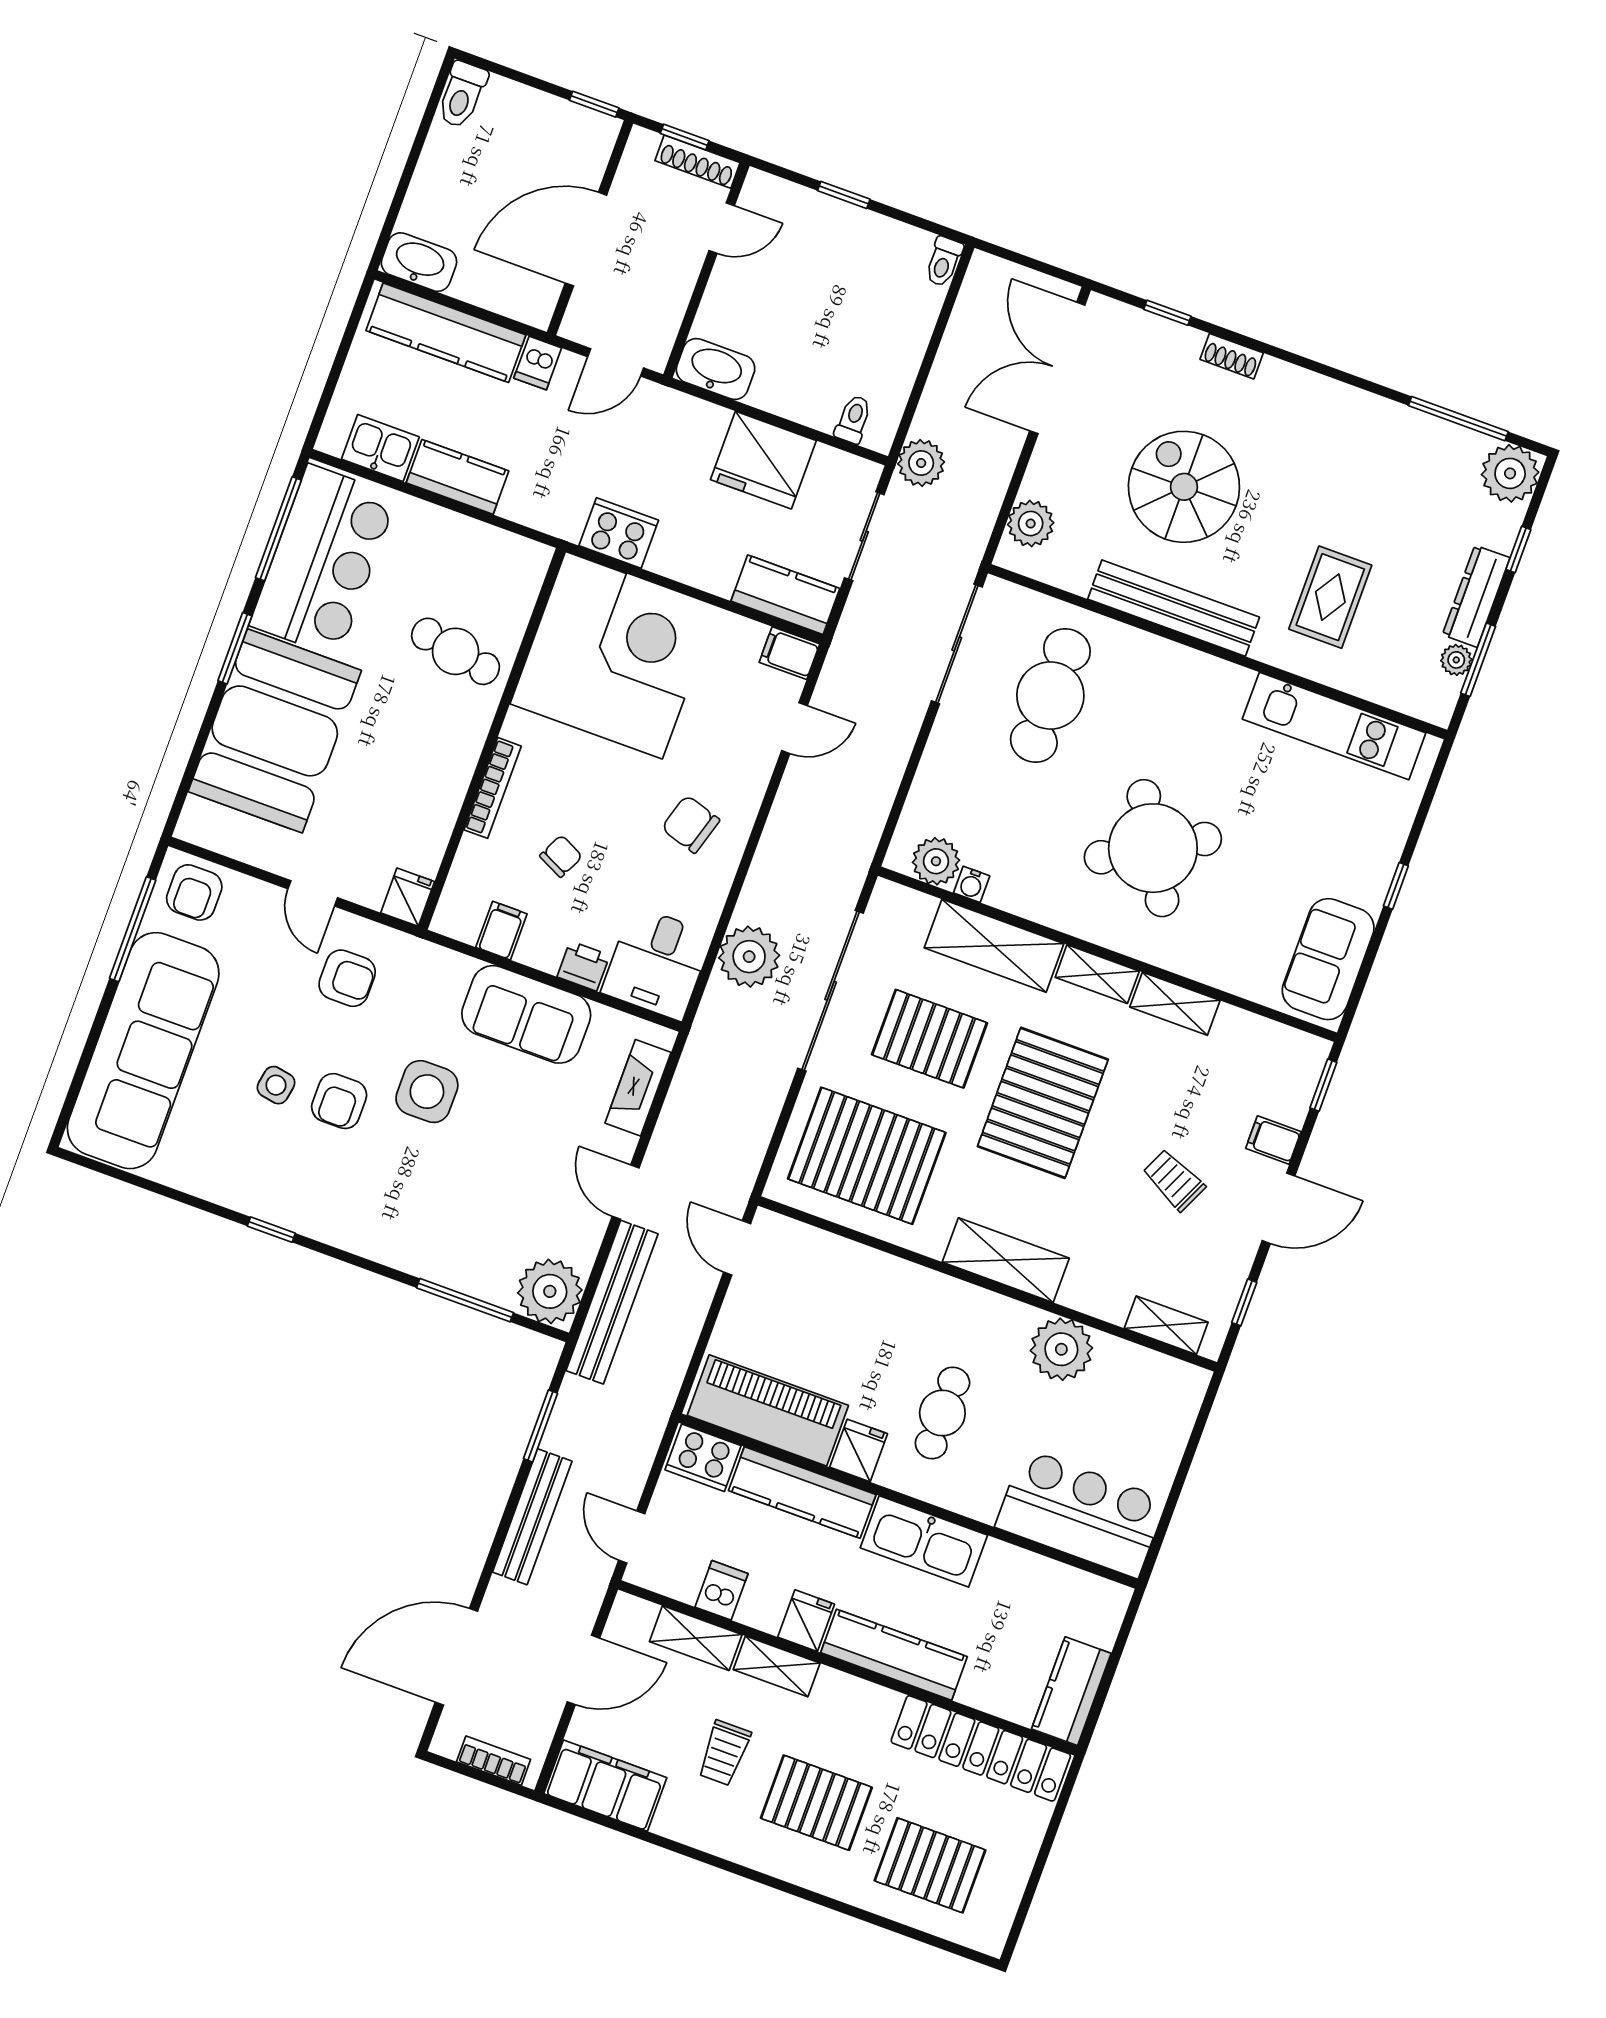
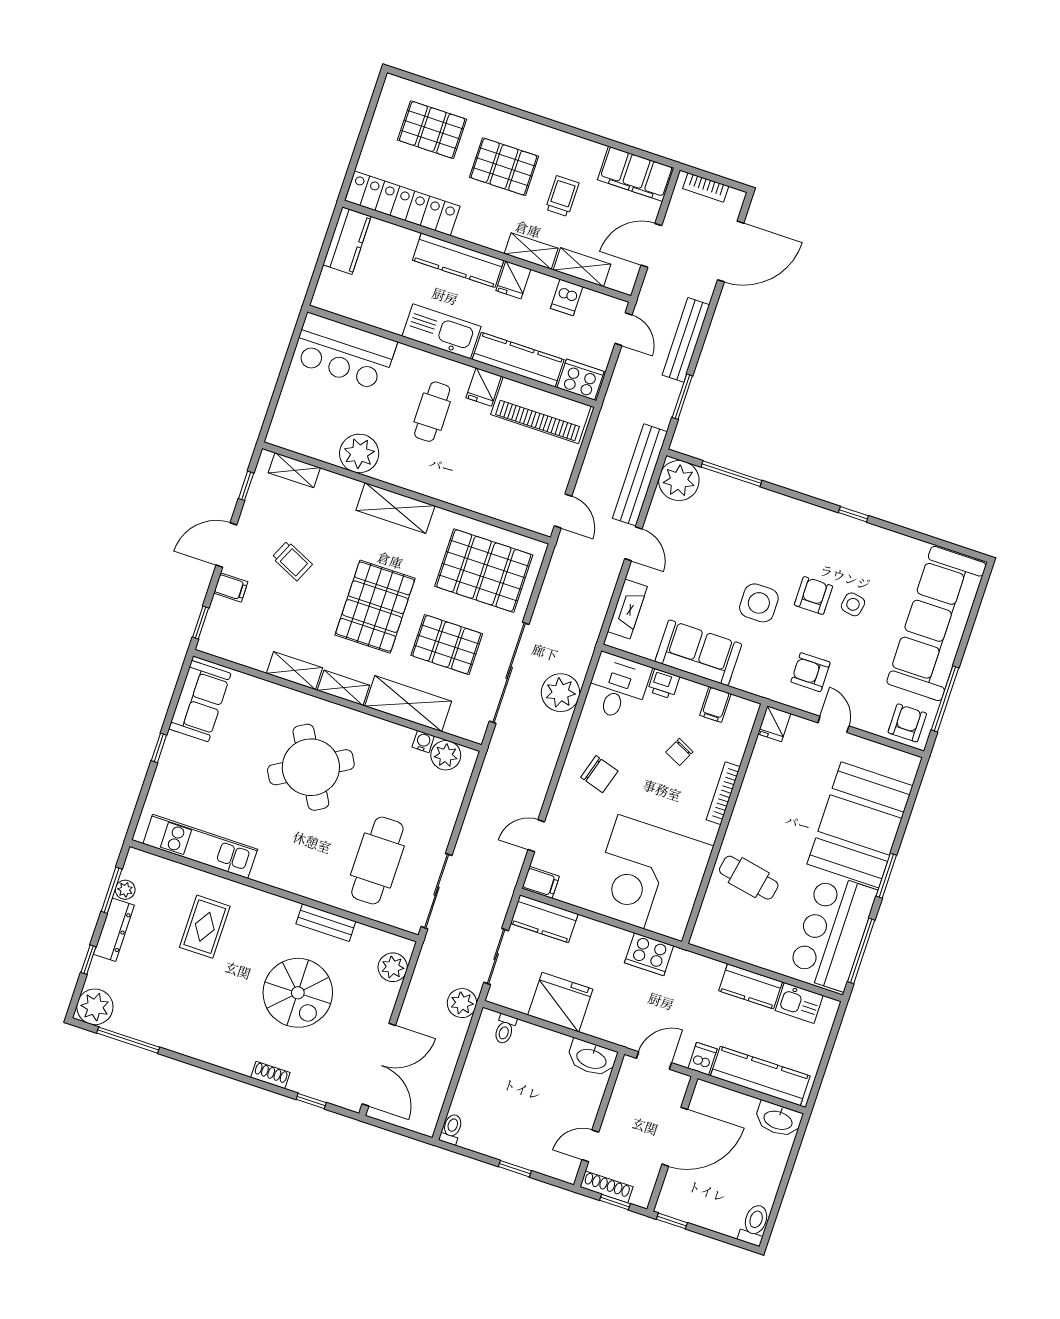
bench: (1174, 608) -> (326, 923), width x0.54, depth x0.82

